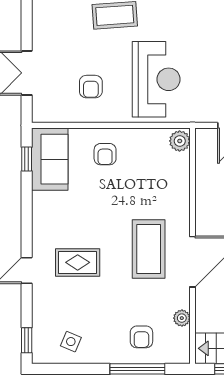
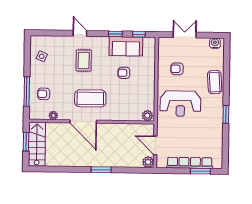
water cooler: (41, 16) -> (215, 43), added
armchair: (105, 154) -> (124, 73), moved
sofa: (50, 159) -> (126, 46), moved
window: (27, 340) -> (115, 34), moved

